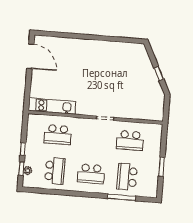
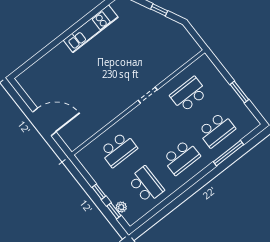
door: (30, 56) -> (44, 122), moved
kitchen unit: (52, 106) -> (91, 29), moved, turned 180
school desk: (130, 140) -> (189, 94), turned 180
school desk: (127, 177) -> (216, 130), turned -90

